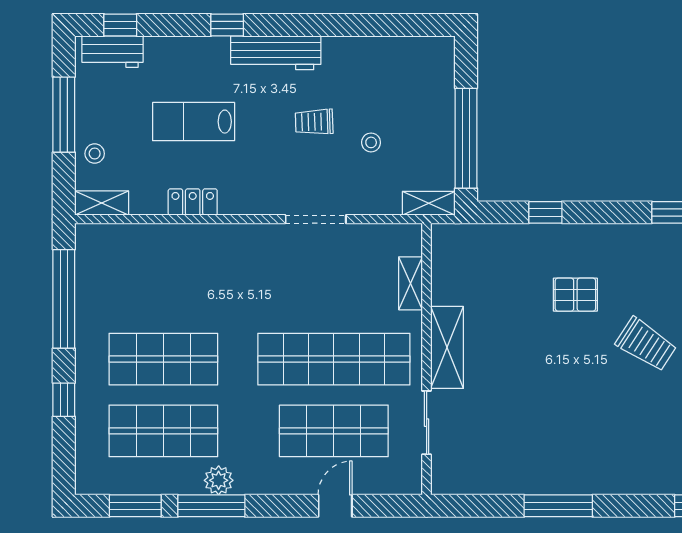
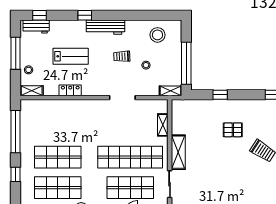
stool: (398, 71) -> (157, 35), added
lab bench: (194, 122) -> (71, 56), turned 180

